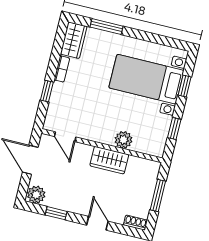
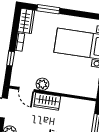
plant: (123, 140) -> (42, 84), moved
wardrobe: (109, 160) -> (47, 101), moved

